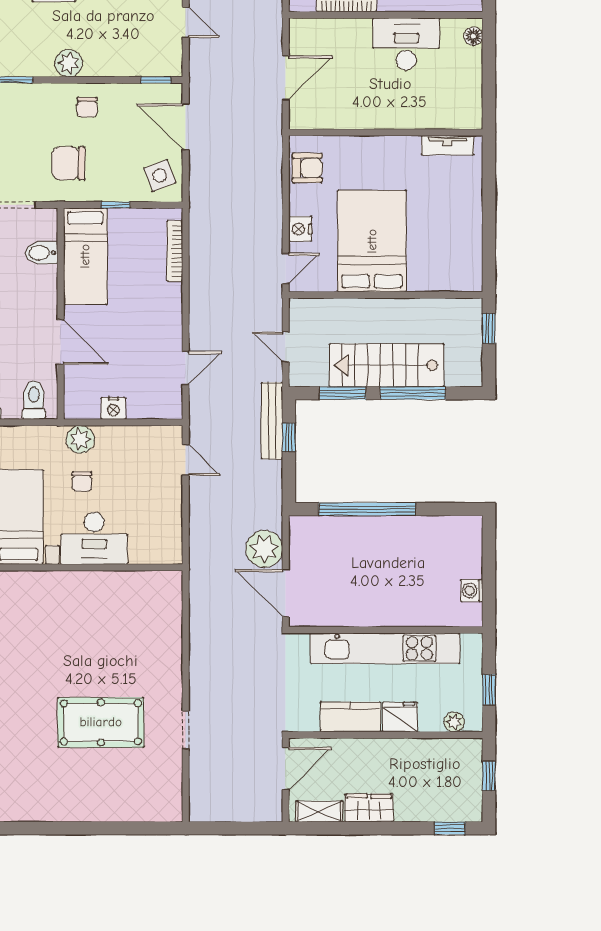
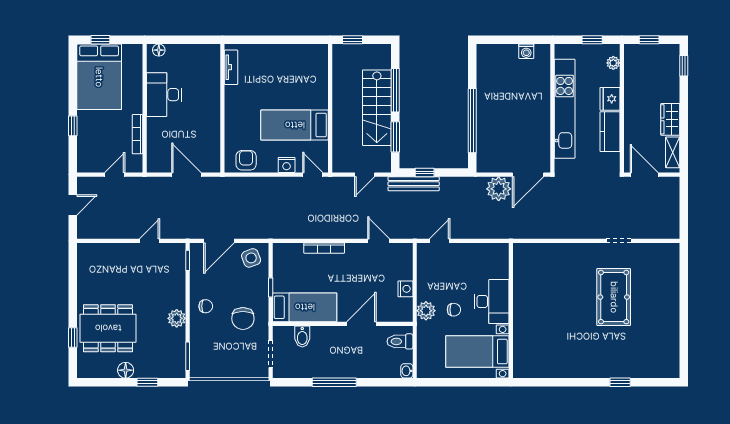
bed: (372, 241) -> (295, 125), width x0.67
bookcase: (175, 251) -> (324, 248), moved

